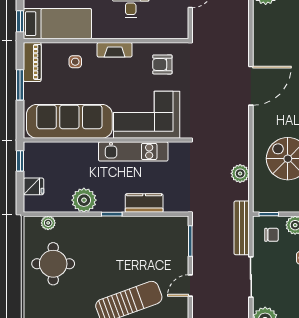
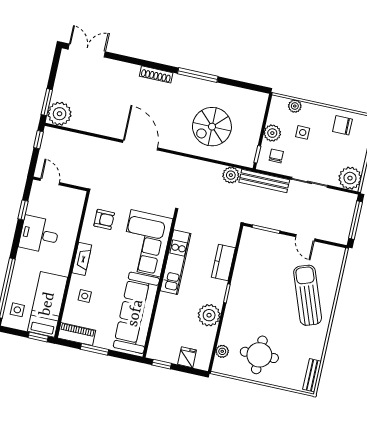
armchair: (162, 64) -> (104, 219), turned -90
plant: (240, 173) -> (231, 175), moved

